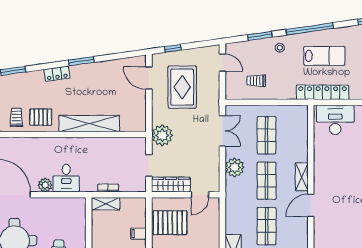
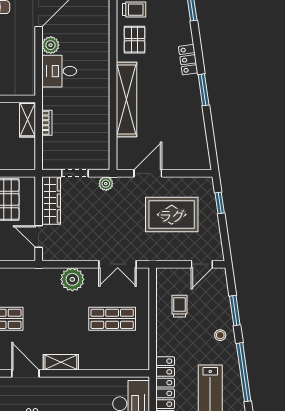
door: (149, 78) -> (148, 173), moved
plant: (162, 135) -> (106, 184), width x0.53, depth x0.53
shop shelf: (267, 181) -> (56, 319), removed

